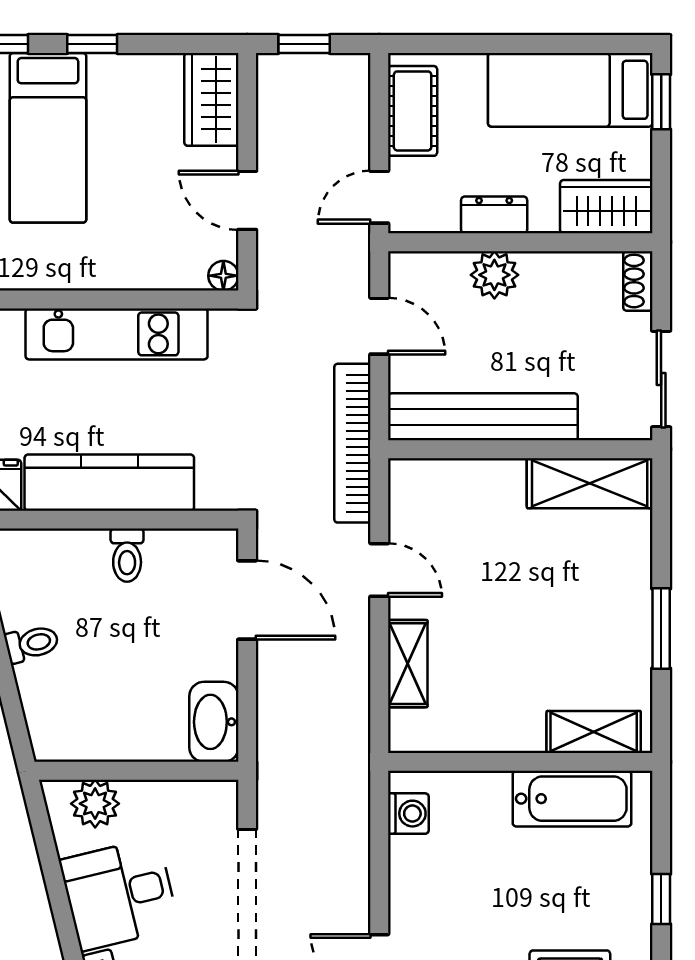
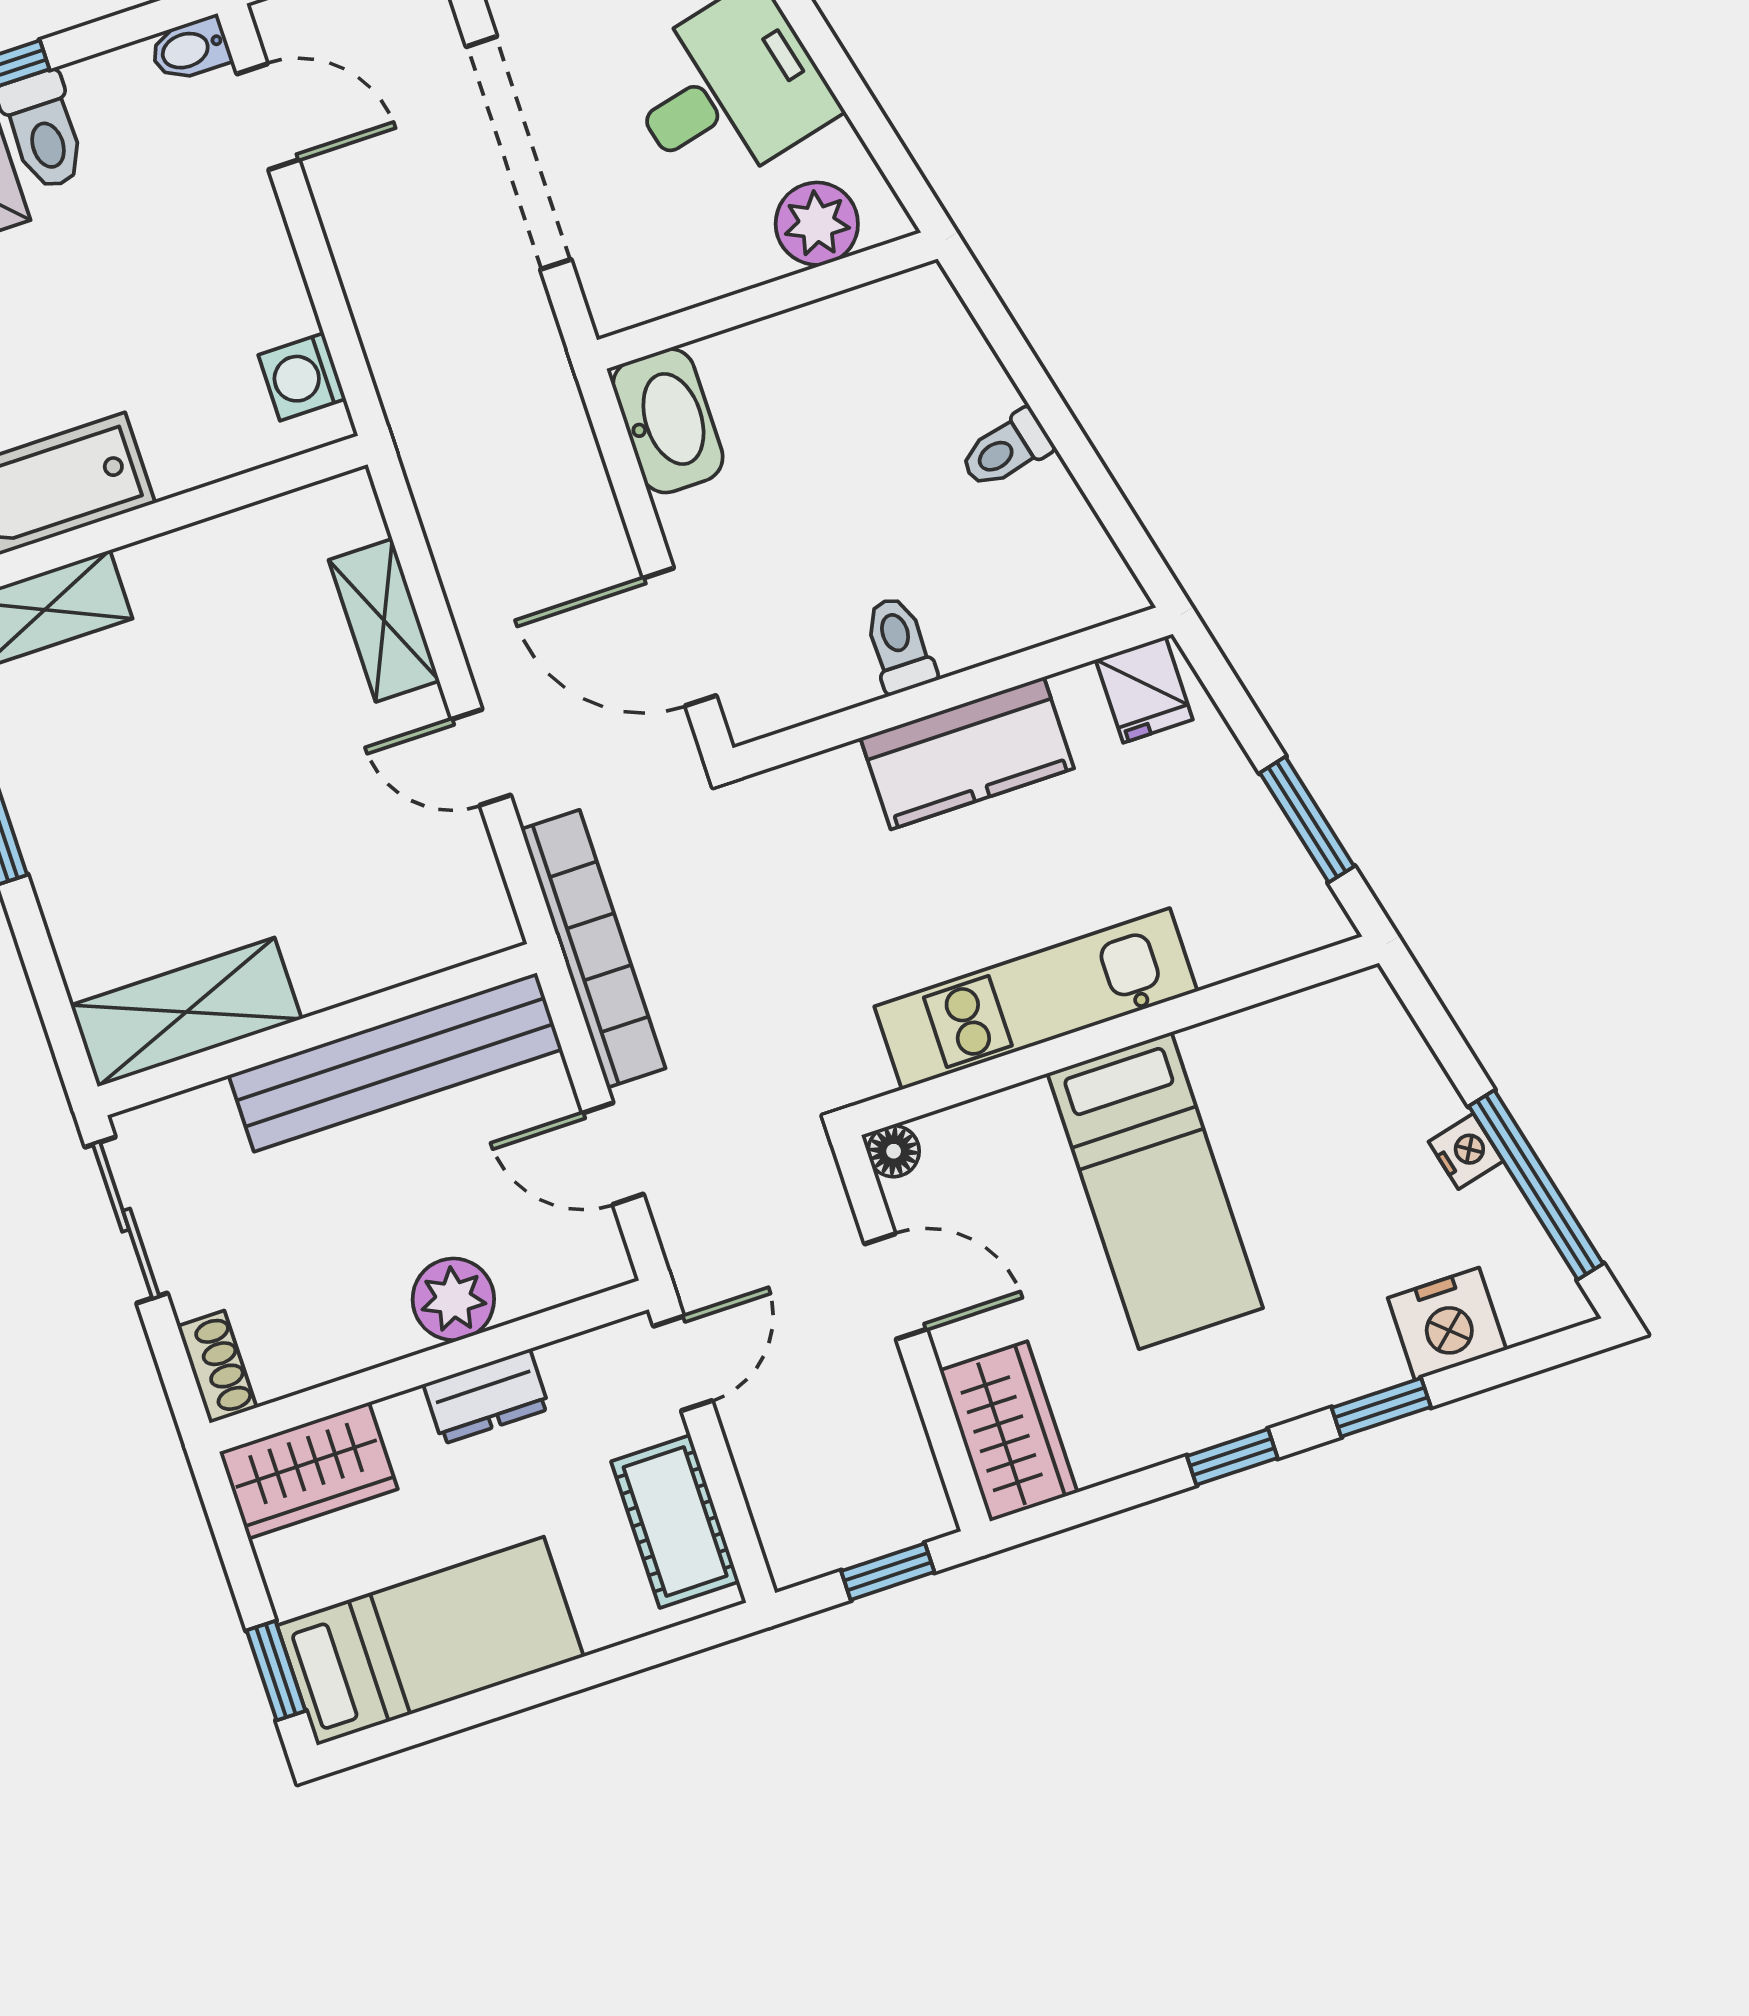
bed: (48, 138) -> (1155, 1191), moved, turned 180
kitchen counter: (109, 483) -> (967, 753), width x0.67

